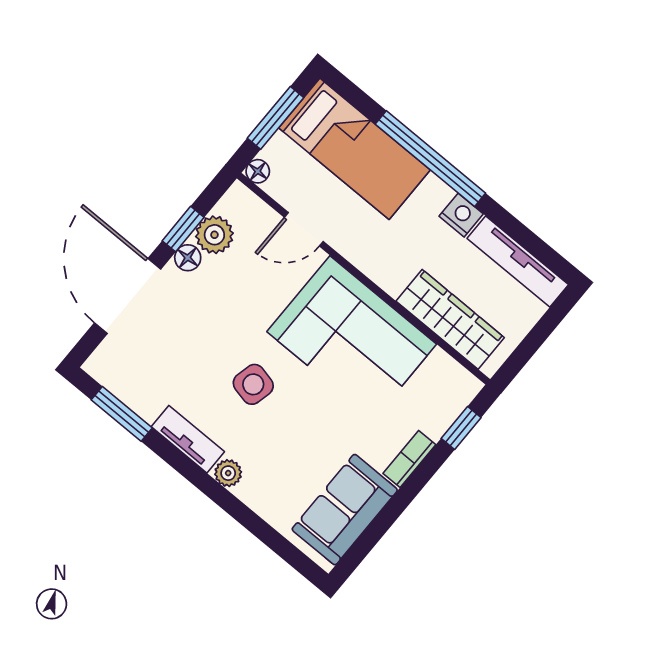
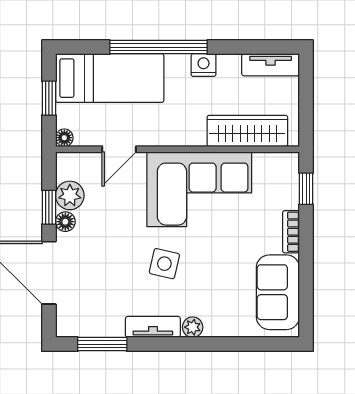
window: (275, 118) -> (49, 98), width x0.67
tv unit: (518, 261) -> (271, 65), width x0.71

